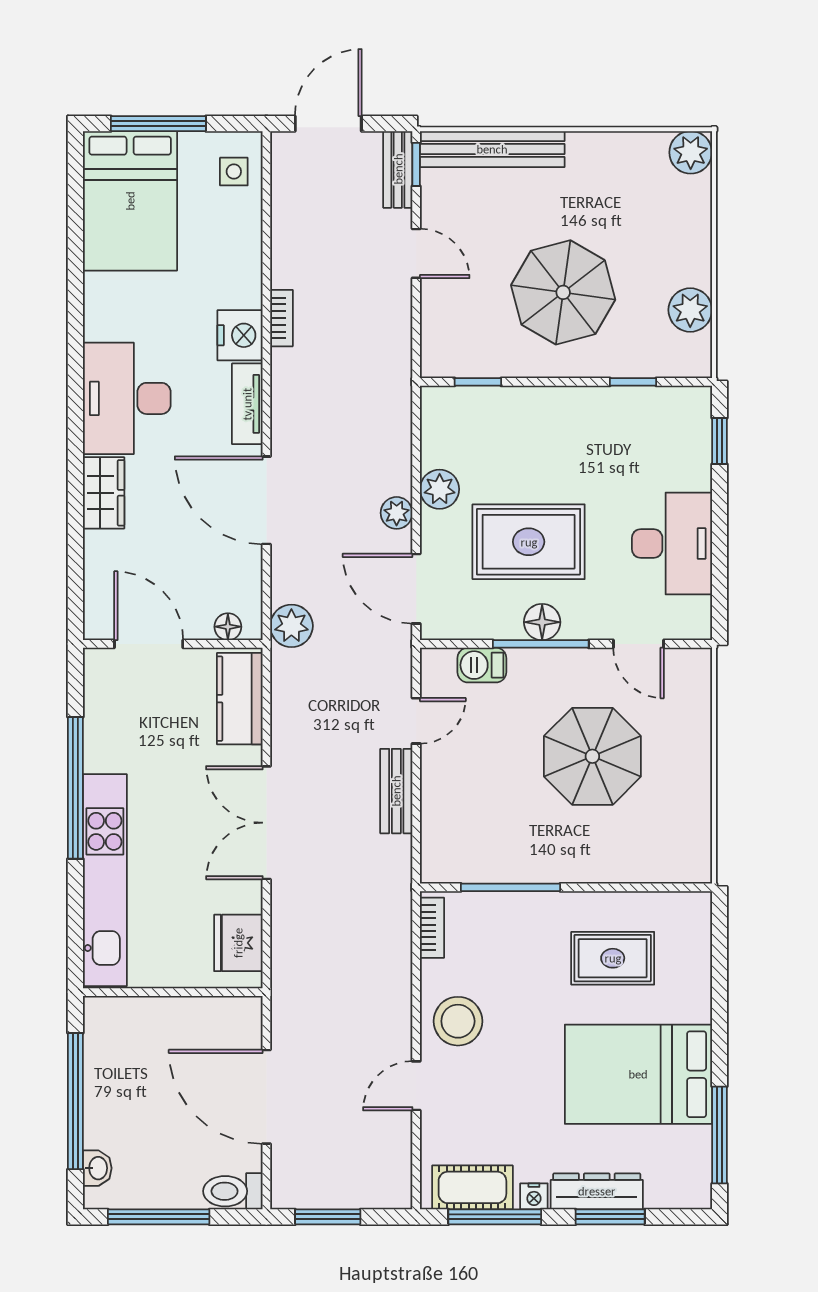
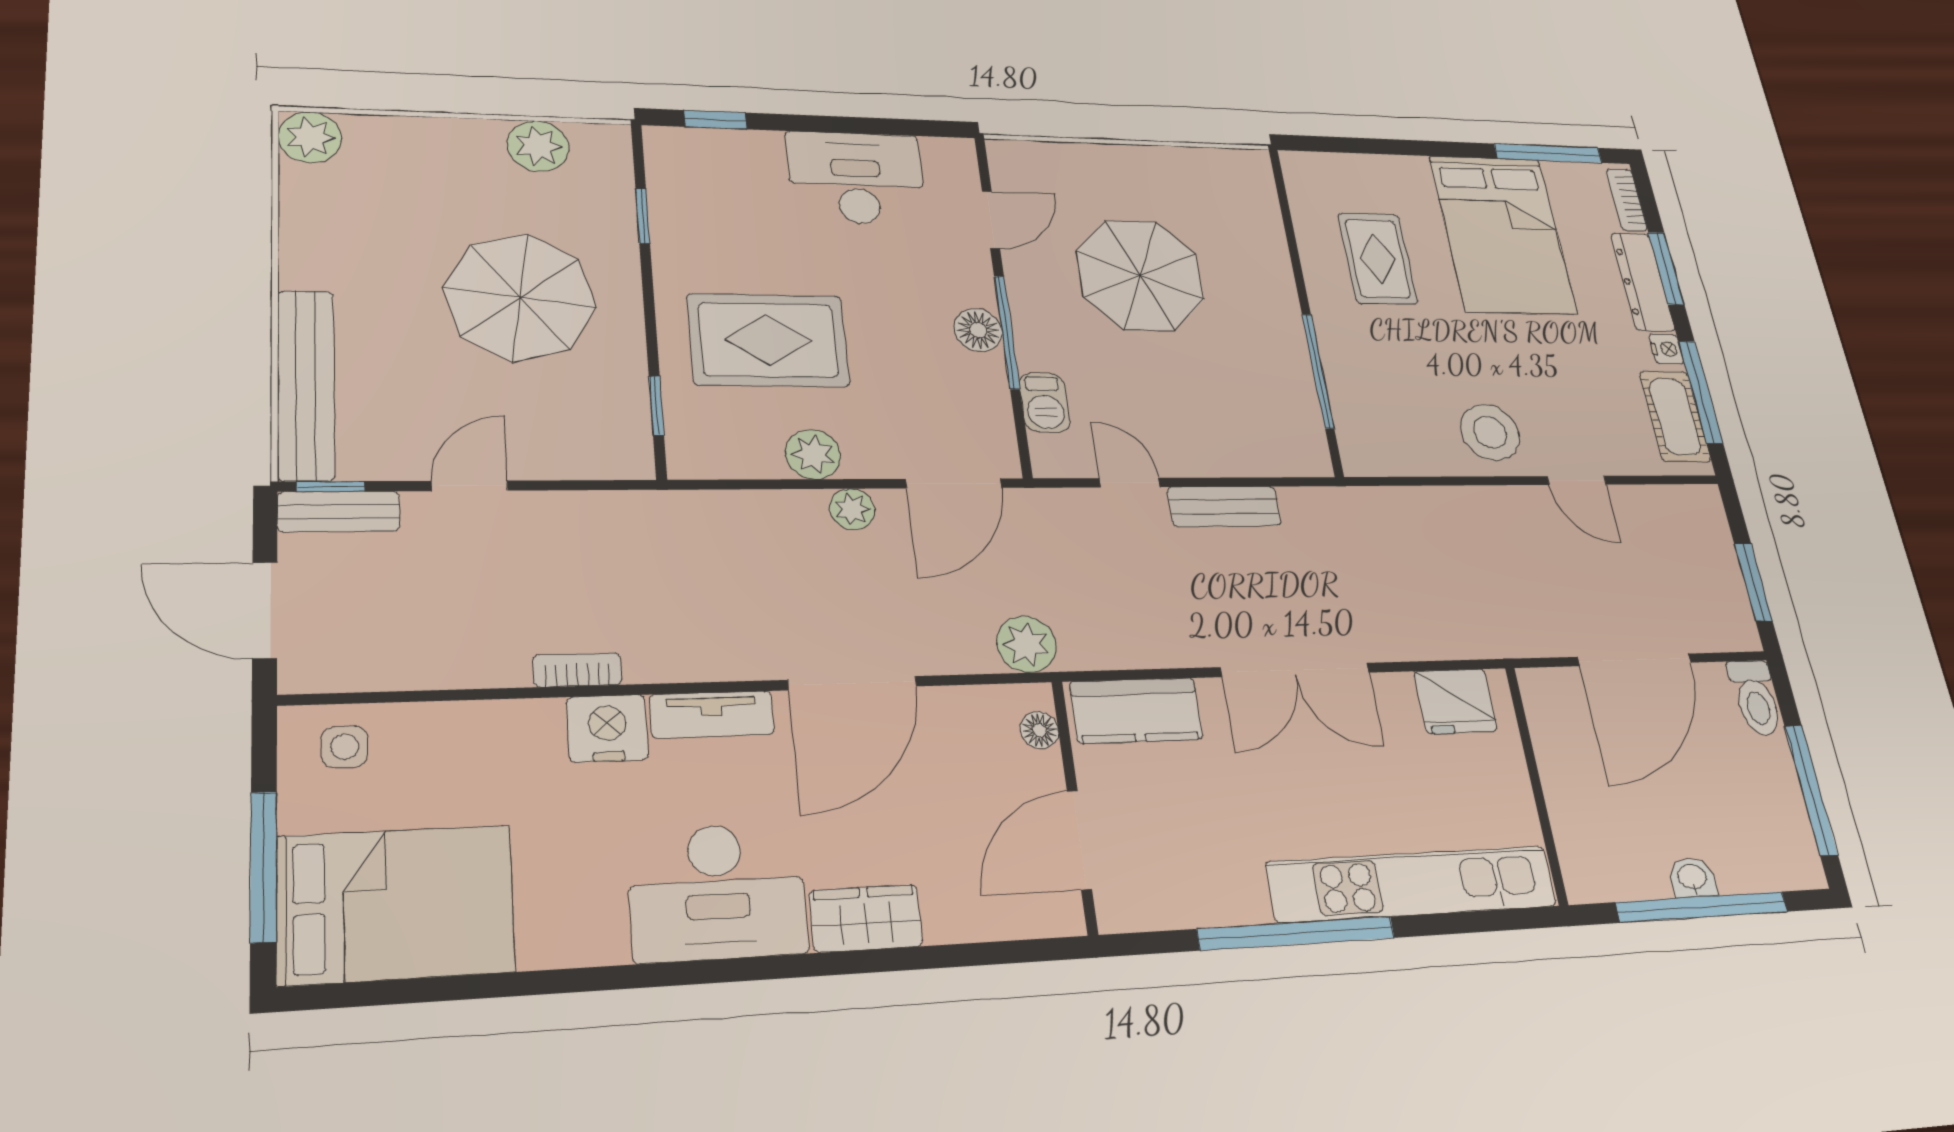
rug: (529, 542) -> (768, 340), moved, turned 90
bookcase: (432, 928) -> (1627, 200), moved, turned -90
washbasin: (97, 1168) -> (1693, 878), moved

